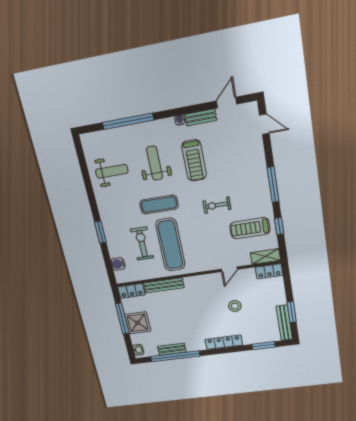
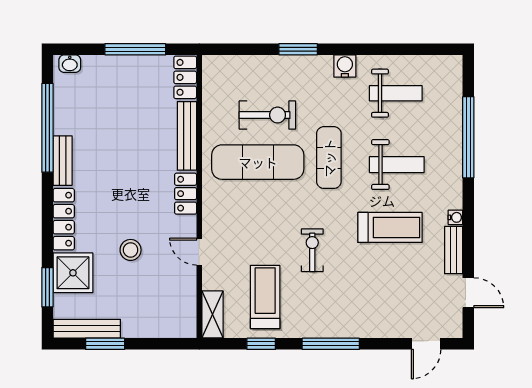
treadmill: (194, 160) -> (390, 227), turned 180
weight bench: (112, 171) -> (396, 93), turned -90
water cooler: (118, 264) -> (345, 66), moved
locker: (269, 271) -> (186, 194), moved
shower: (138, 323) -> (73, 273), moved
bench: (172, 349) -> (63, 161), moved

